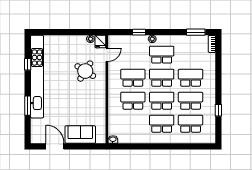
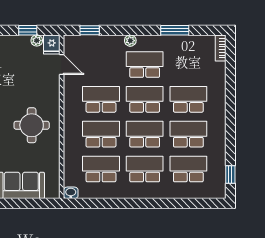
window: (85, 32) -> (28, 30), added
window: (139, 32) -> (90, 30), moved
window: (196, 32) -> (175, 30), moved
door: (107, 55) -> (62, 65), hinge flipped
round table: (85, 71) -> (32, 125), moved, turned -32
window: (218, 110) -> (230, 175), moved
school desk: (133, 124) -> (101, 169), added

